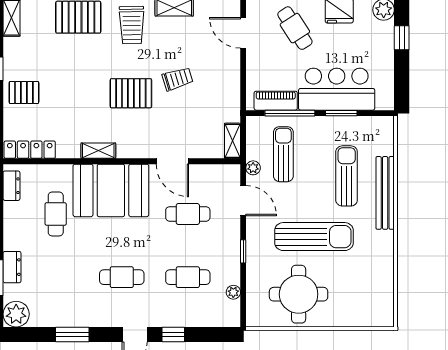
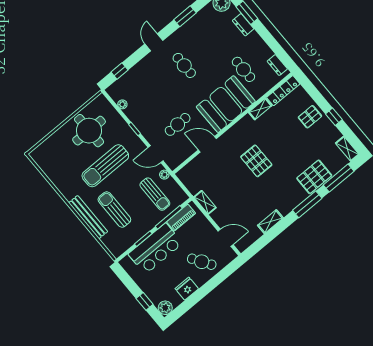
trolley: (132, 25) -> (284, 195), removed
trolley: (177, 79) -> (239, 187), removed
pallet: (131, 93) -> (256, 161), turned 90
shelving: (232, 141) -> (205, 202), moved
shelving: (98, 151) -> (260, 109), moved
sun lounger: (347, 176) -> (114, 210), turned 180
cafe table: (122, 277) -> (184, 65), turned 90
cafe table: (188, 277) -> (151, 93), removed
window: (173, 335) -> (120, 71), moved

